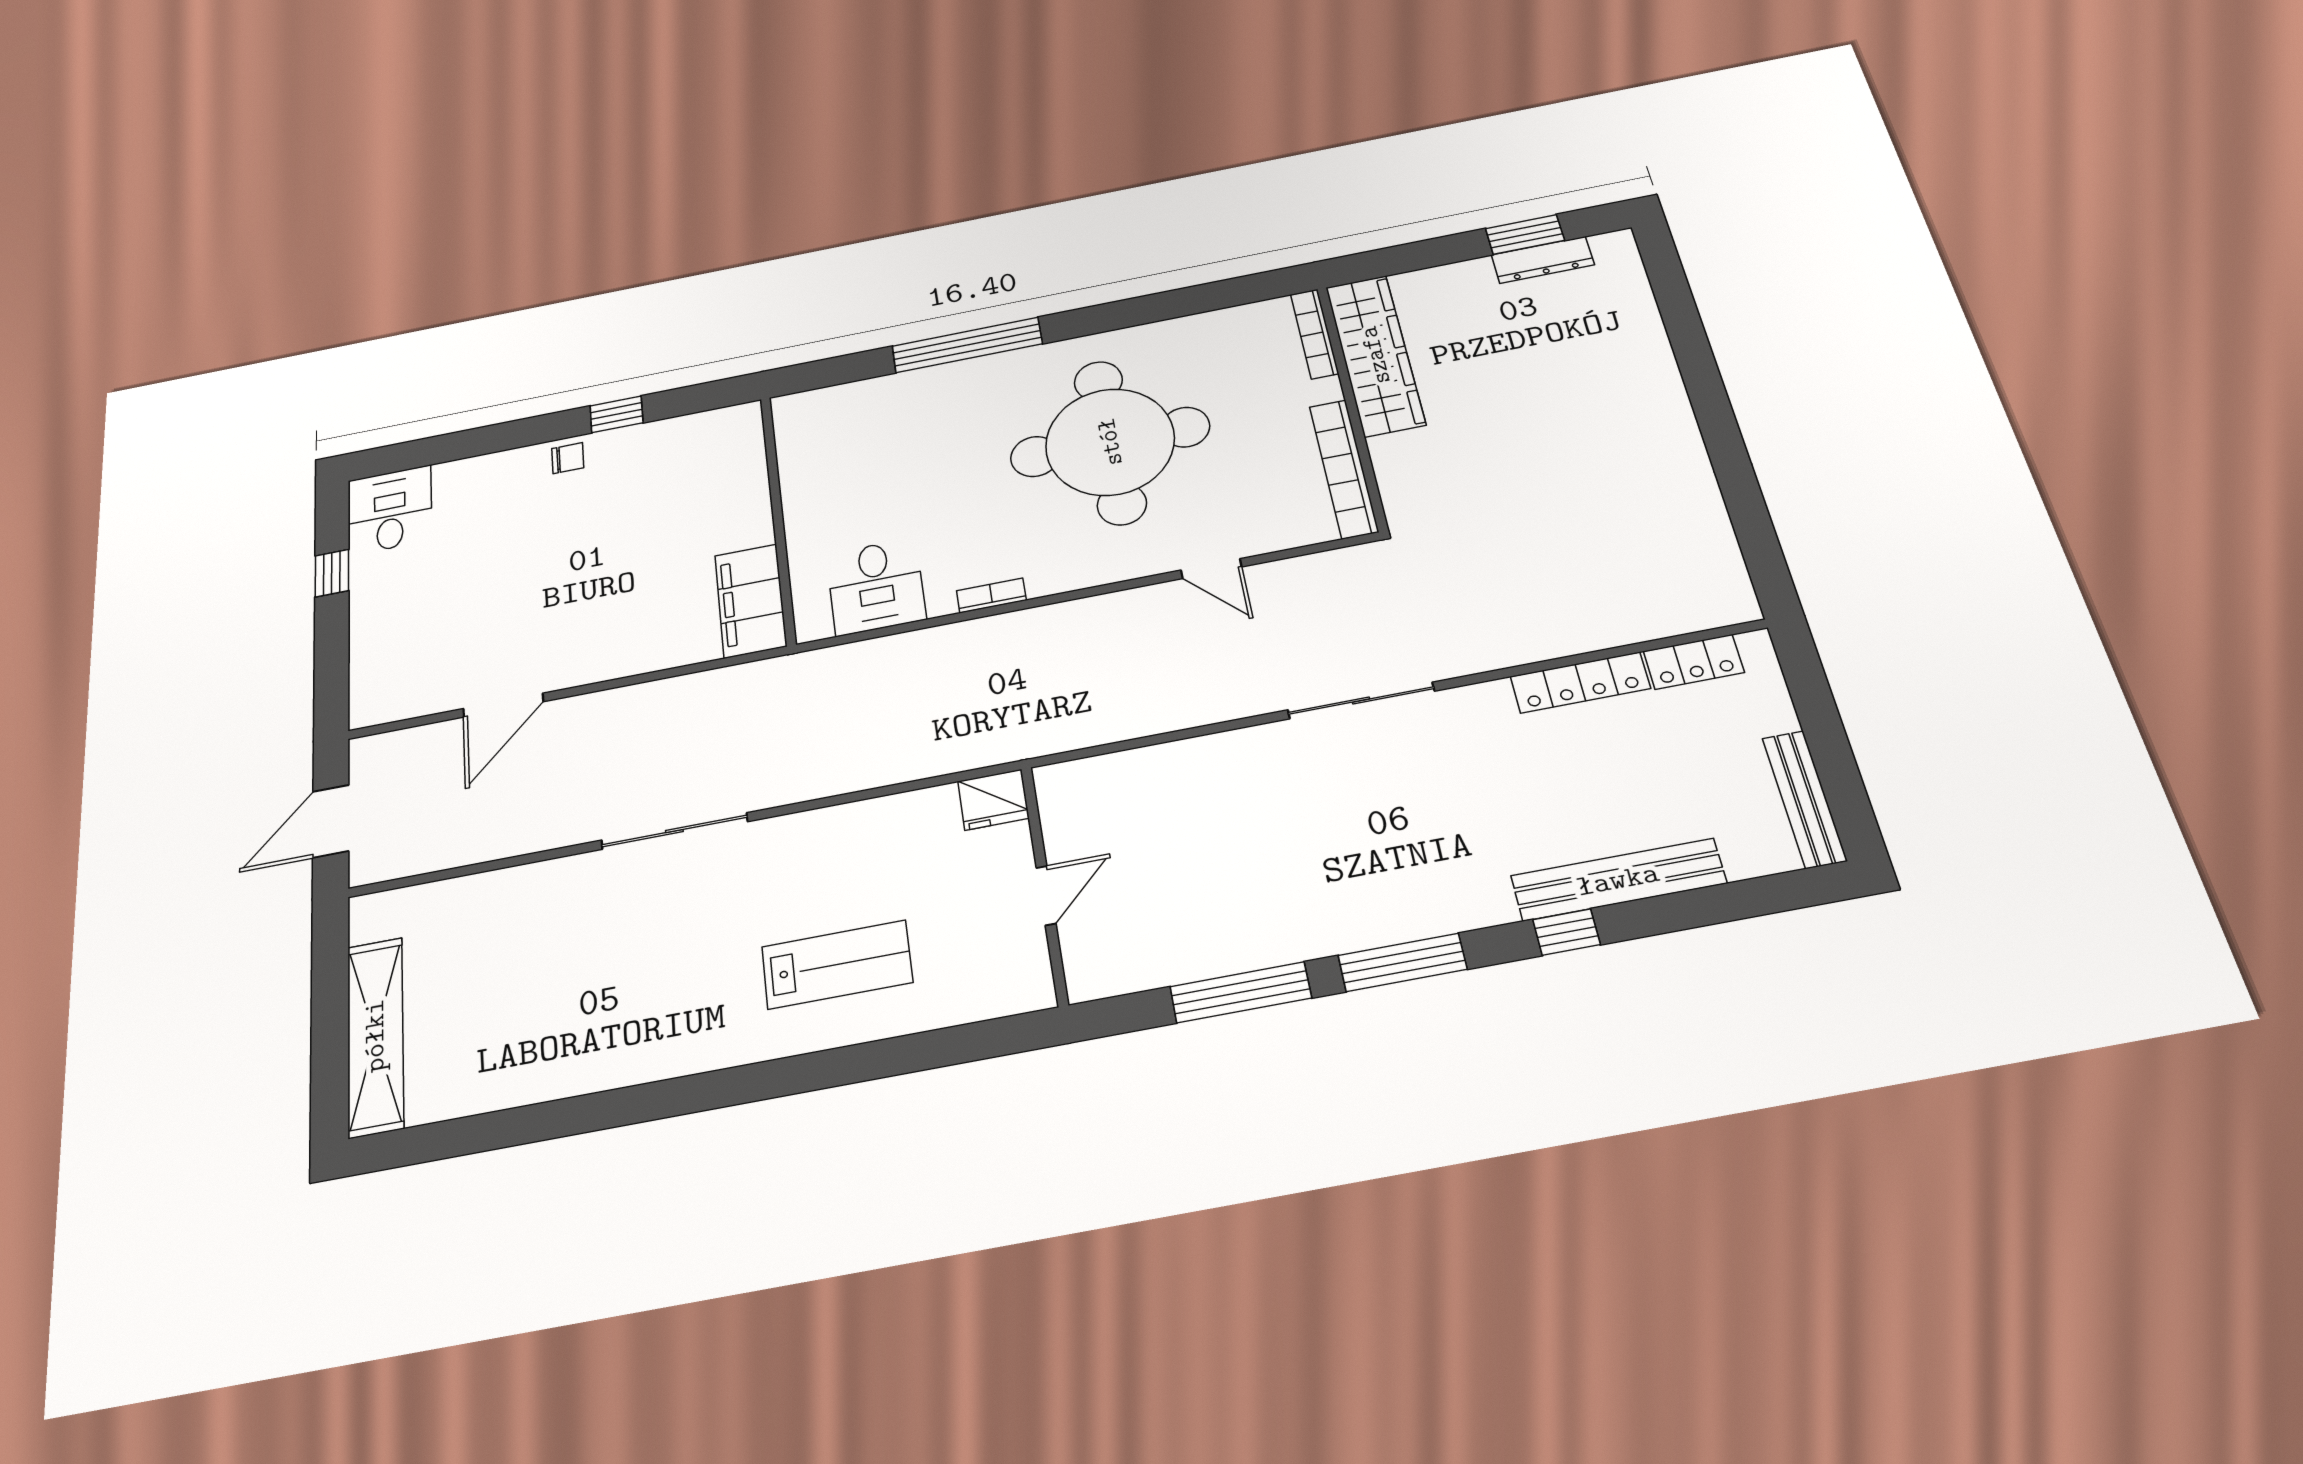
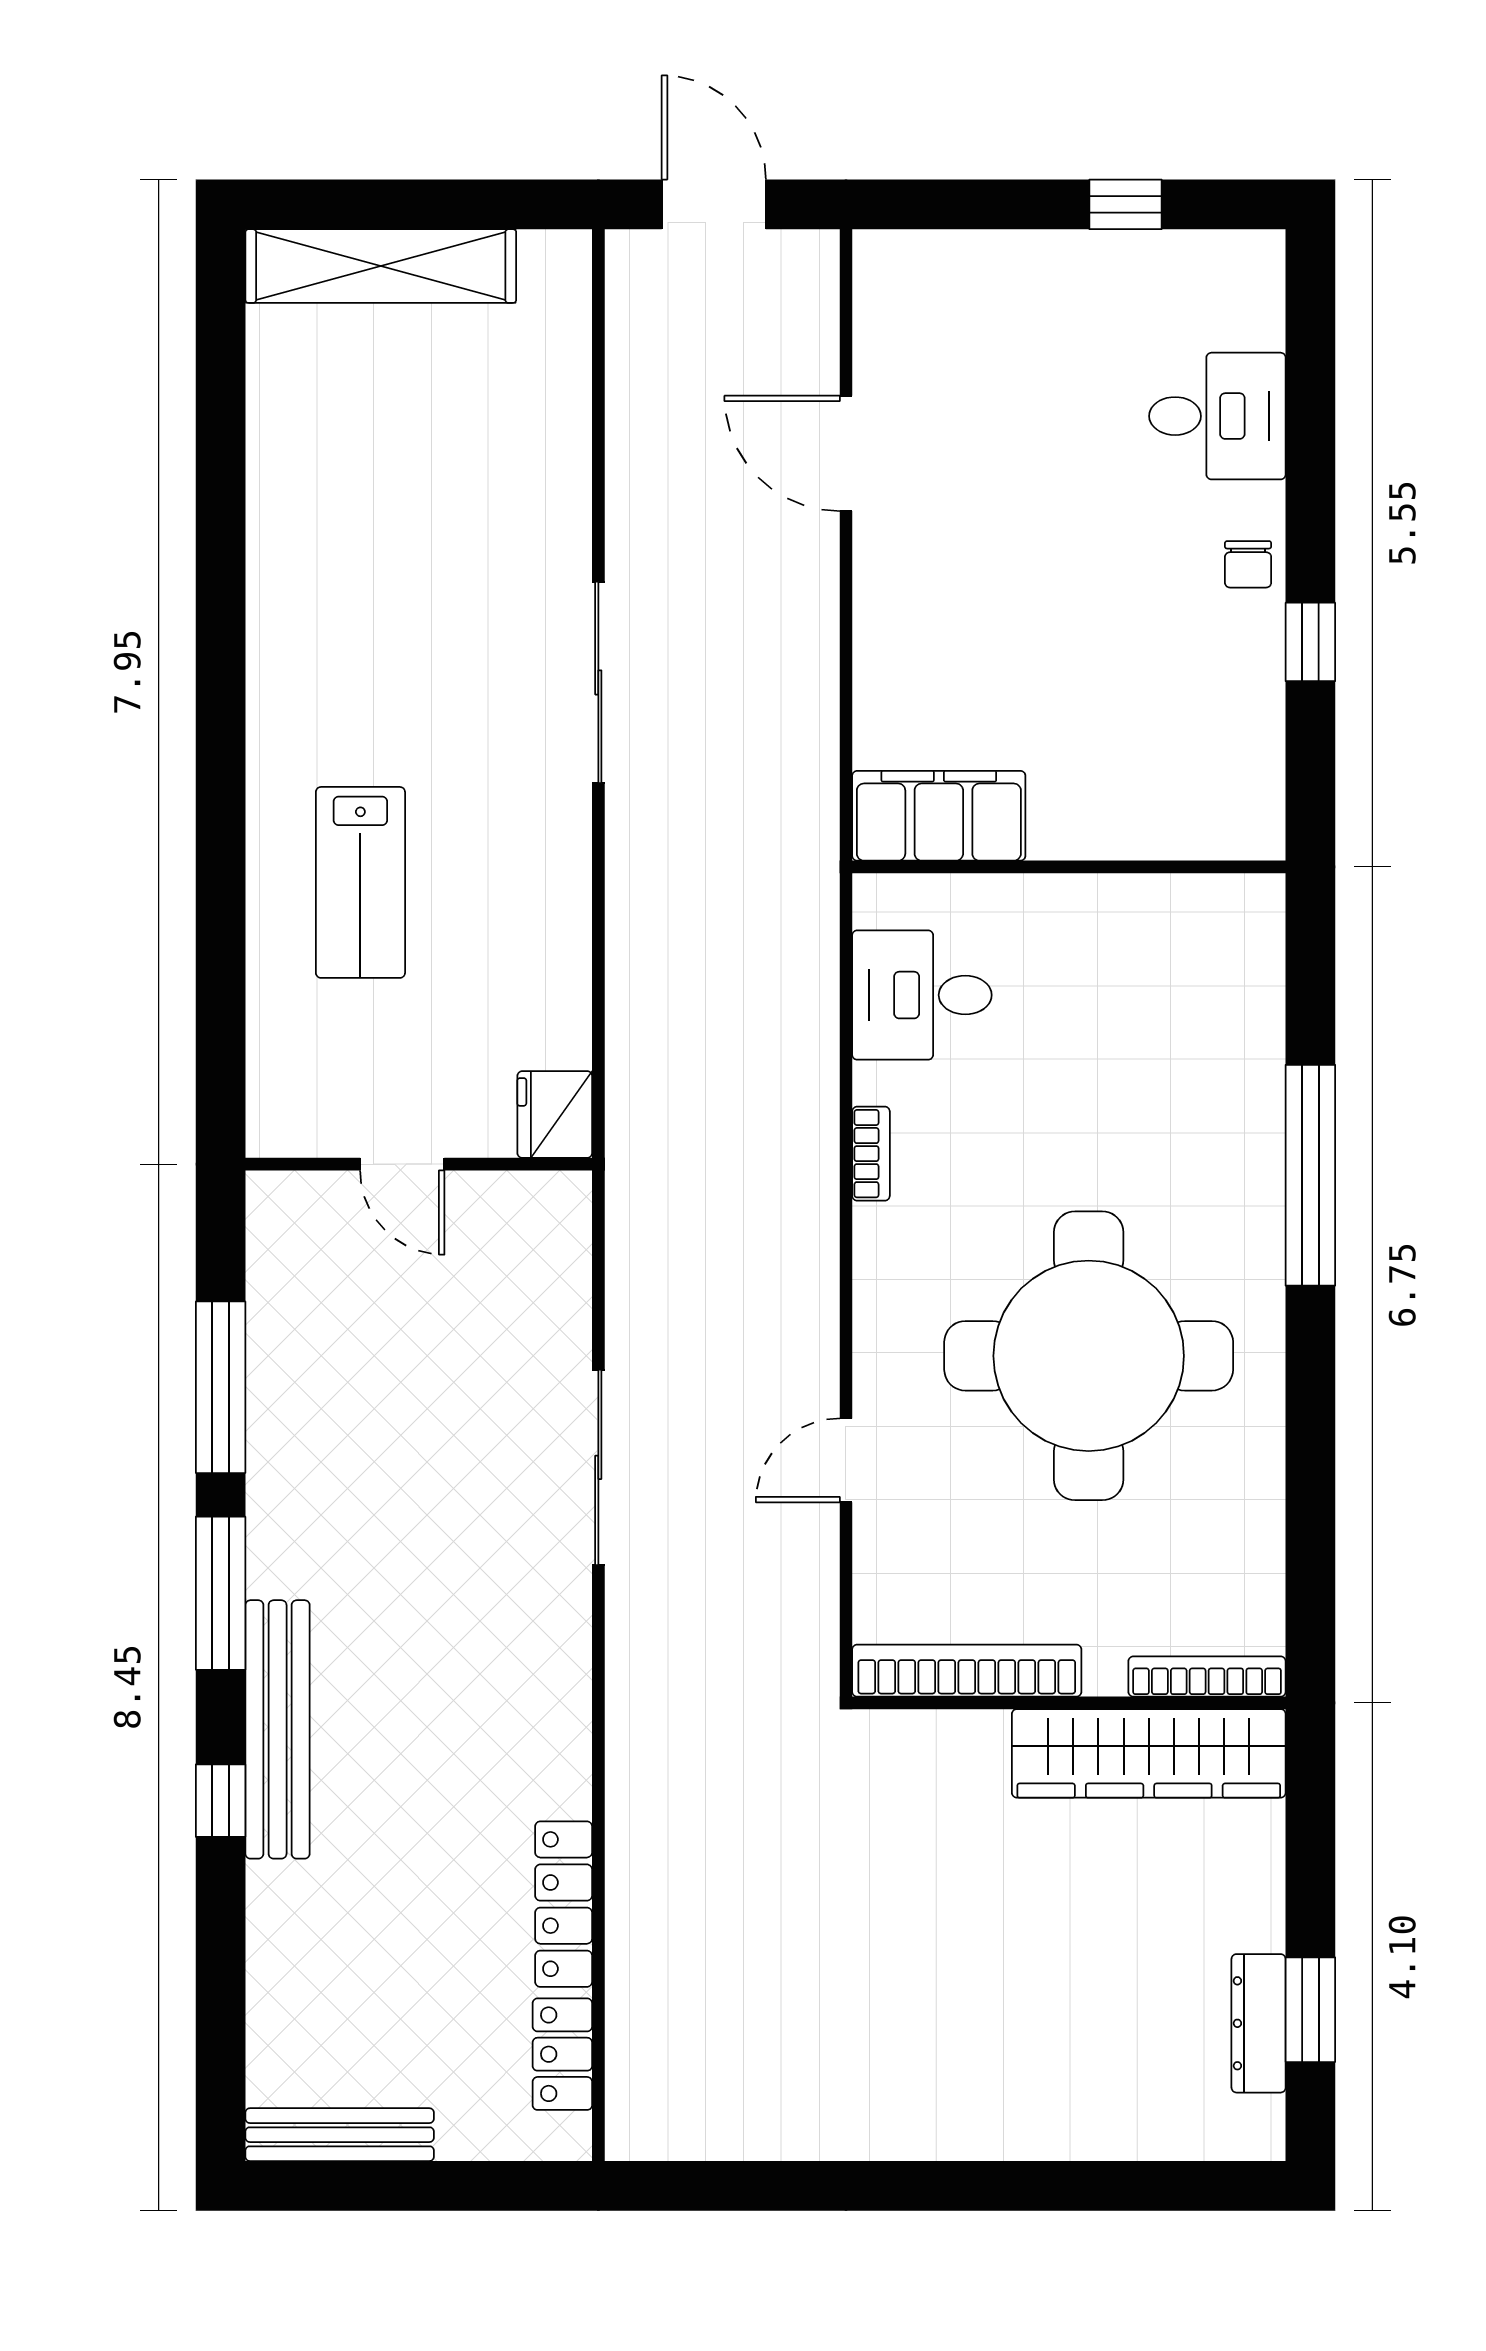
desk: (390, 510) -> (1217, 416), moved
sliding door: (1361, 701) -> (598, 1467), moved
bench: (1618, 880) -> (278, 1729), moved

